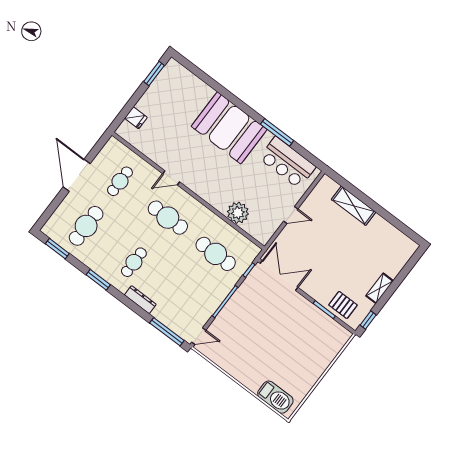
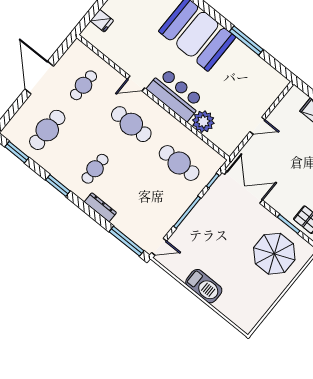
bar counter: (287, 162) -> (175, 94), moved, turned 180
parasol: (311, 339) -> (274, 254), added
barbecue: (275, 397) -> (204, 286), moved

